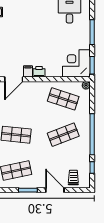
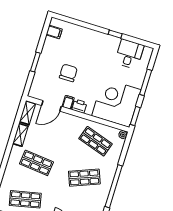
chair: (20, 45) -> (68, 73), added
corner desk: (76, 63) -> (116, 103), width x1.36, depth x1.36

